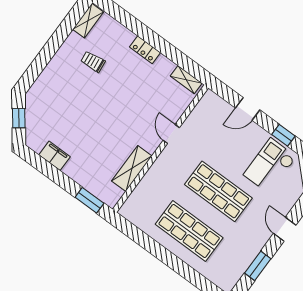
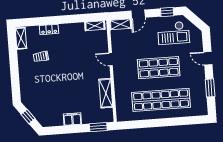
locker: (145, 50) -> (49, 29), moved
shelving: (217, 103) -> (121, 24), added
filing cabinet: (55, 156) -> (72, 119), moved
checkout: (270, 166) -> (173, 33), turned -90
shop shelf: (189, 231) -> (161, 100), width x1.40

